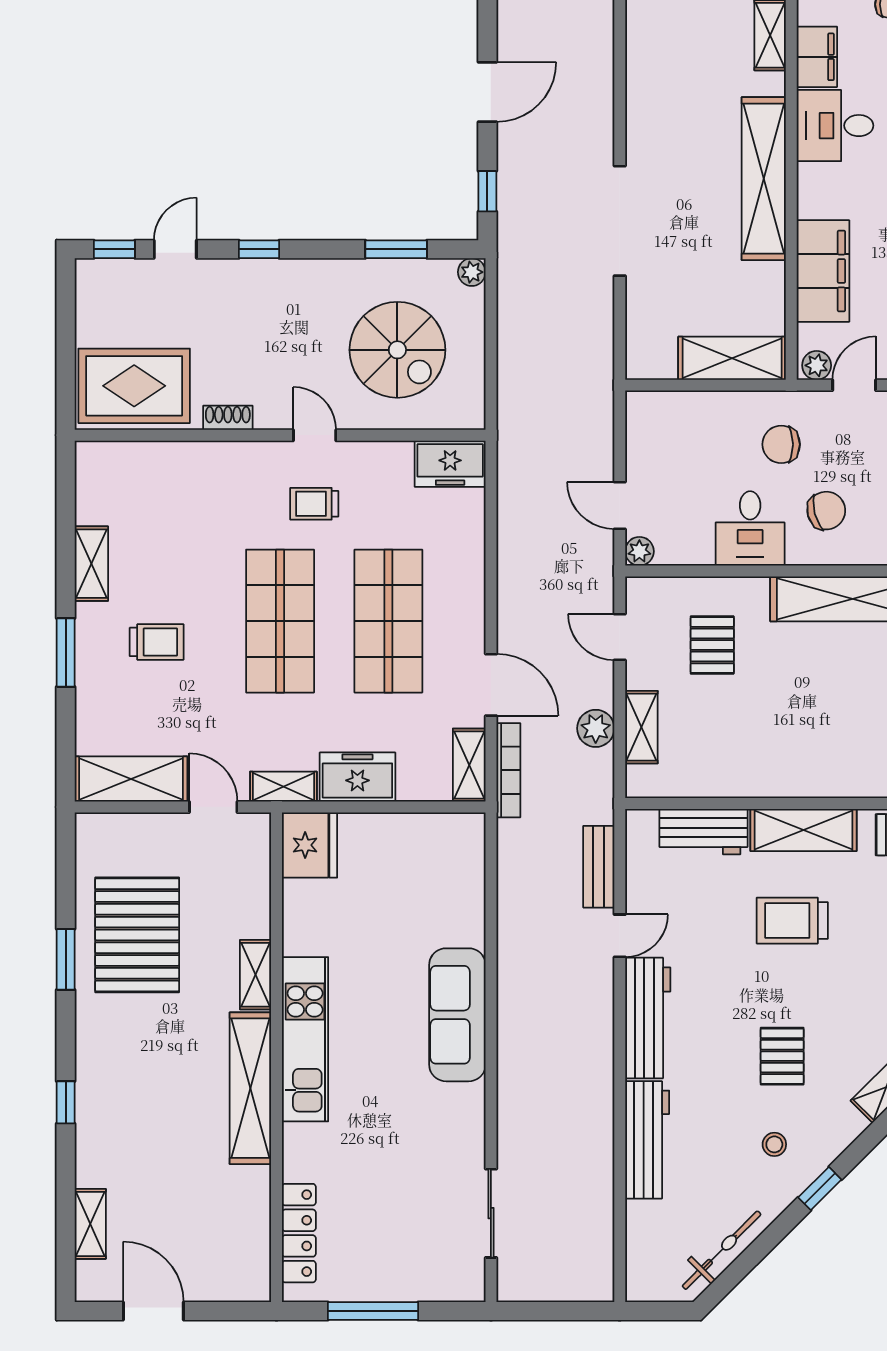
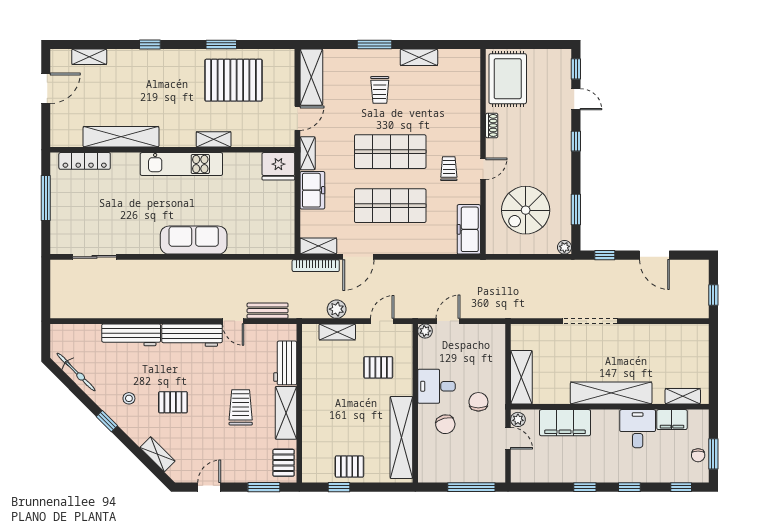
freezer: (450, 464) -> (469, 229), width x1.40
shelving: (250, 1088) -> (121, 137), moved

